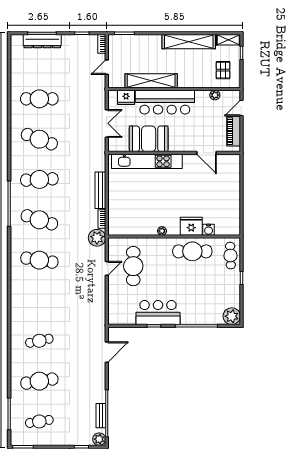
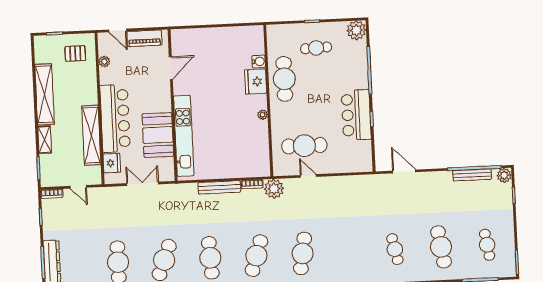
shelving: (228, 40) -> (45, 140), moved
cafe table: (230, 256) -> (316, 48), moved
bench: (101, 416) -> (472, 175), width x1.36

